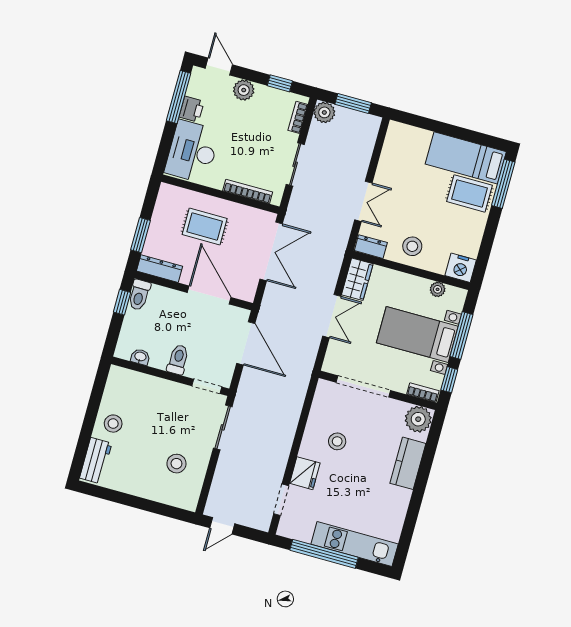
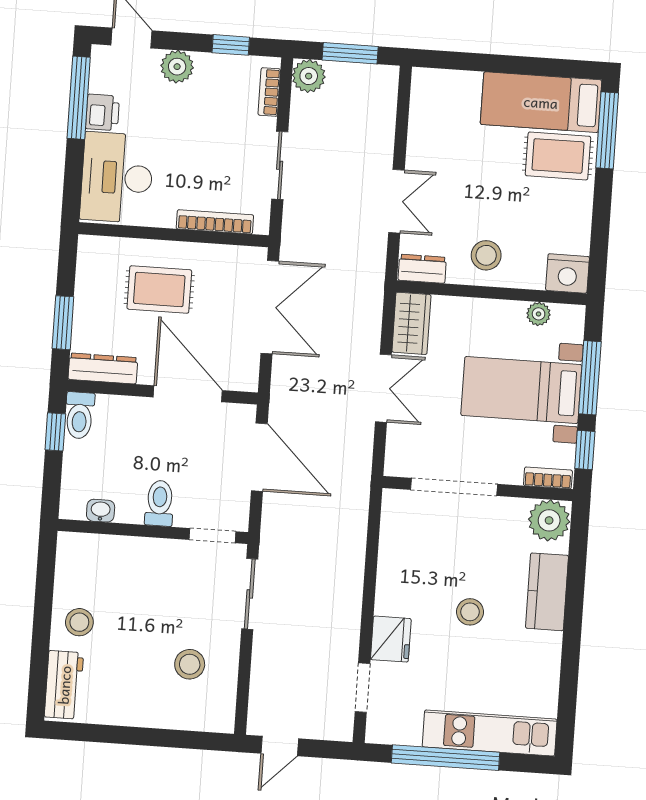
stool: (337, 441) -> (470, 612), moved

